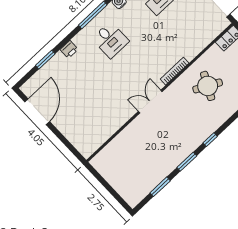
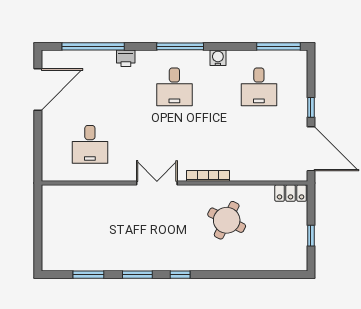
window: (45, 60) -> (93, 46), width x2.11
desk: (94, 115) -> (90, 144), added

